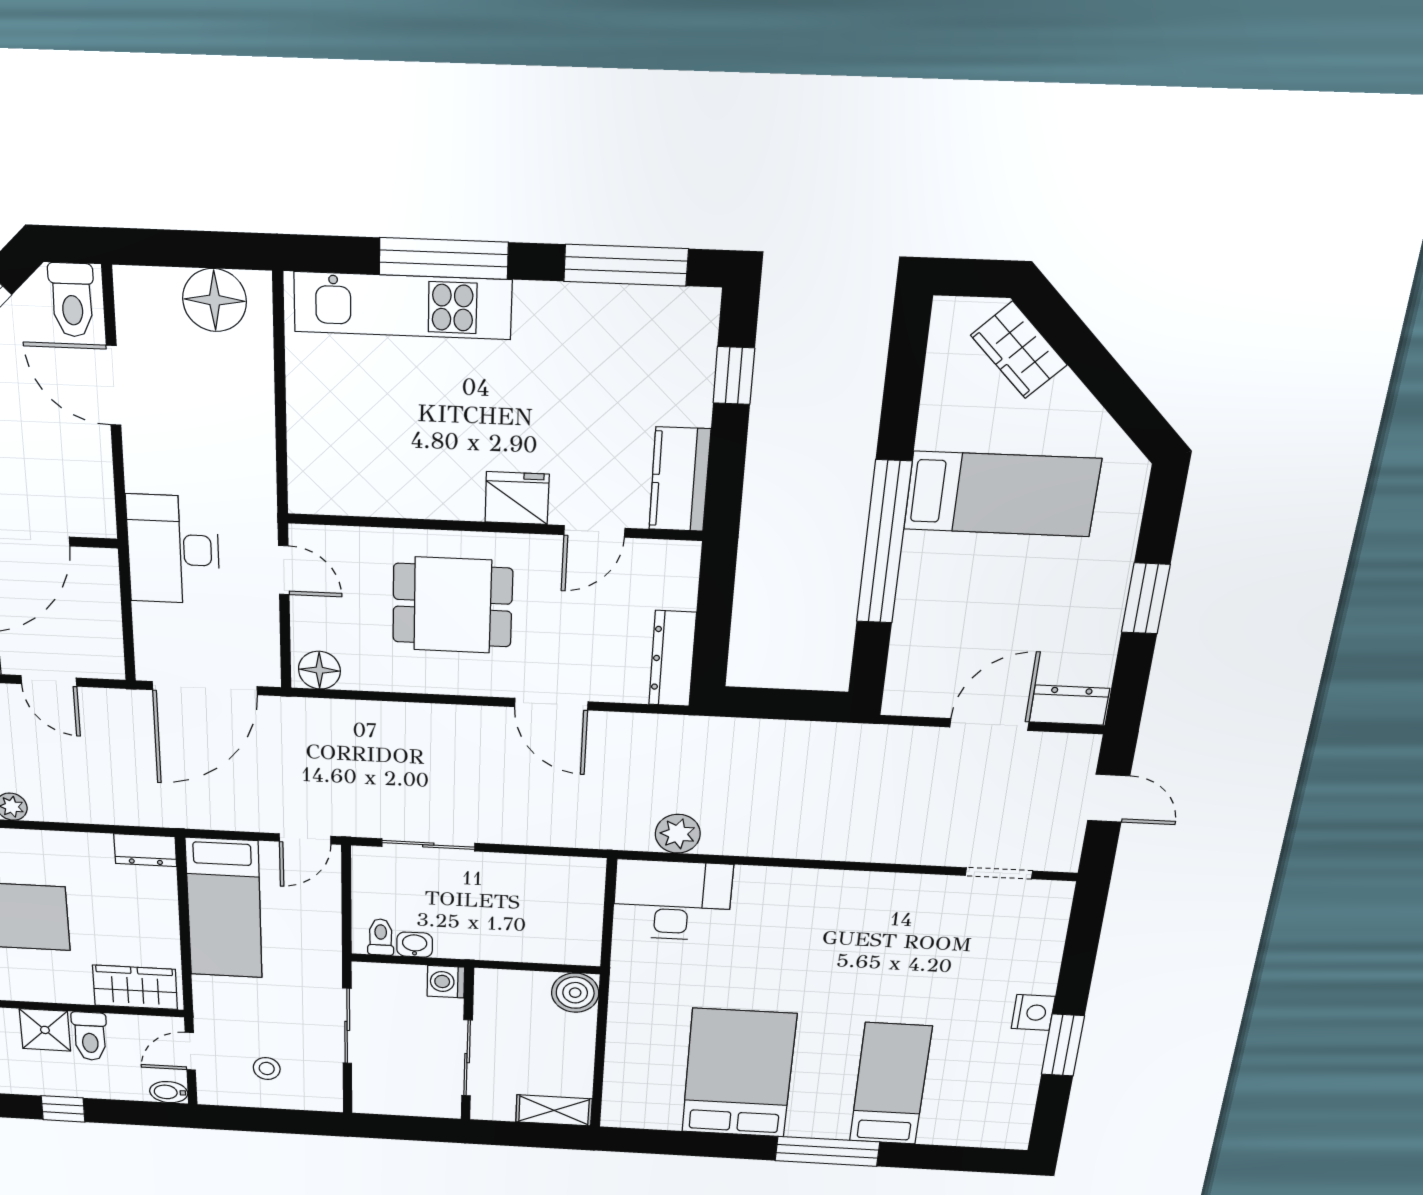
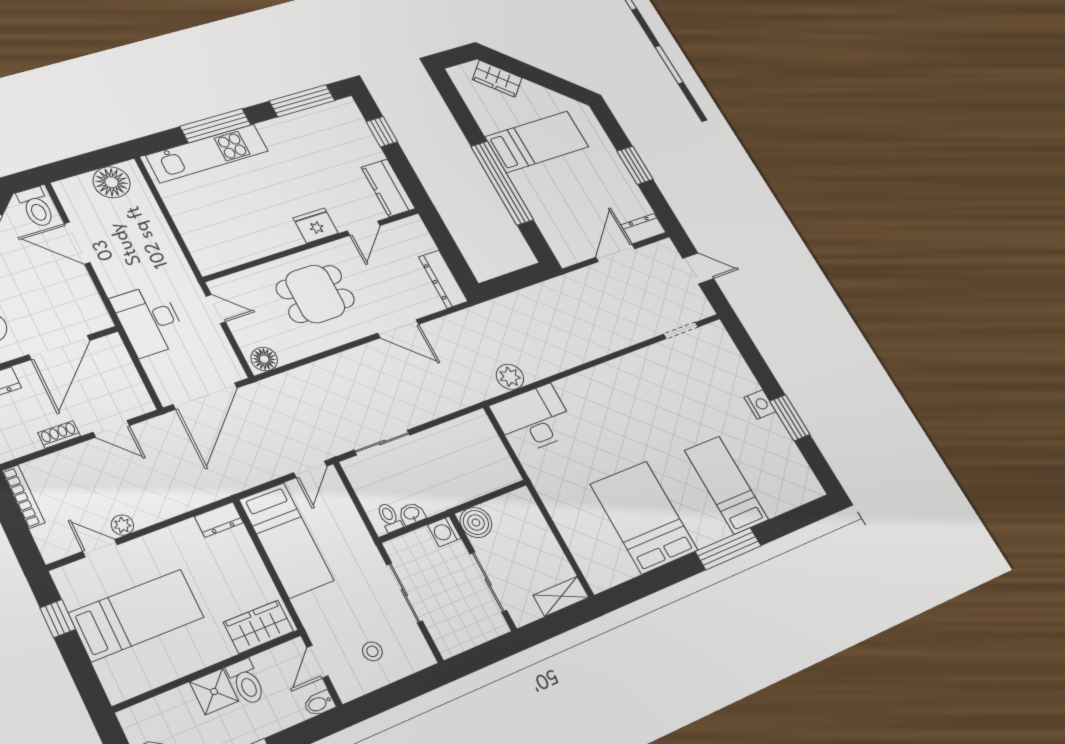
boiler: (575, 993) -> (476, 522), moved

